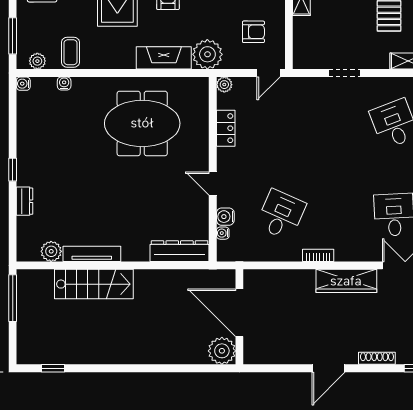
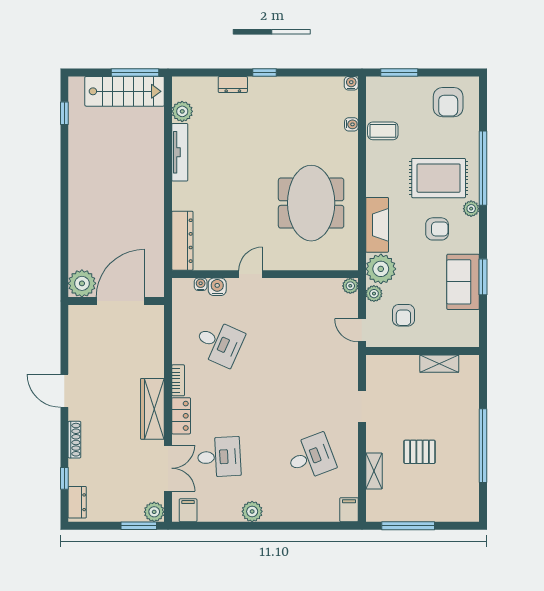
plant: (37, 61) -> (374, 294), moved
locker: (226, 128) -> (181, 416), moved, turned -90
stairs: (94, 284) -> (125, 91), moved, turned -90

